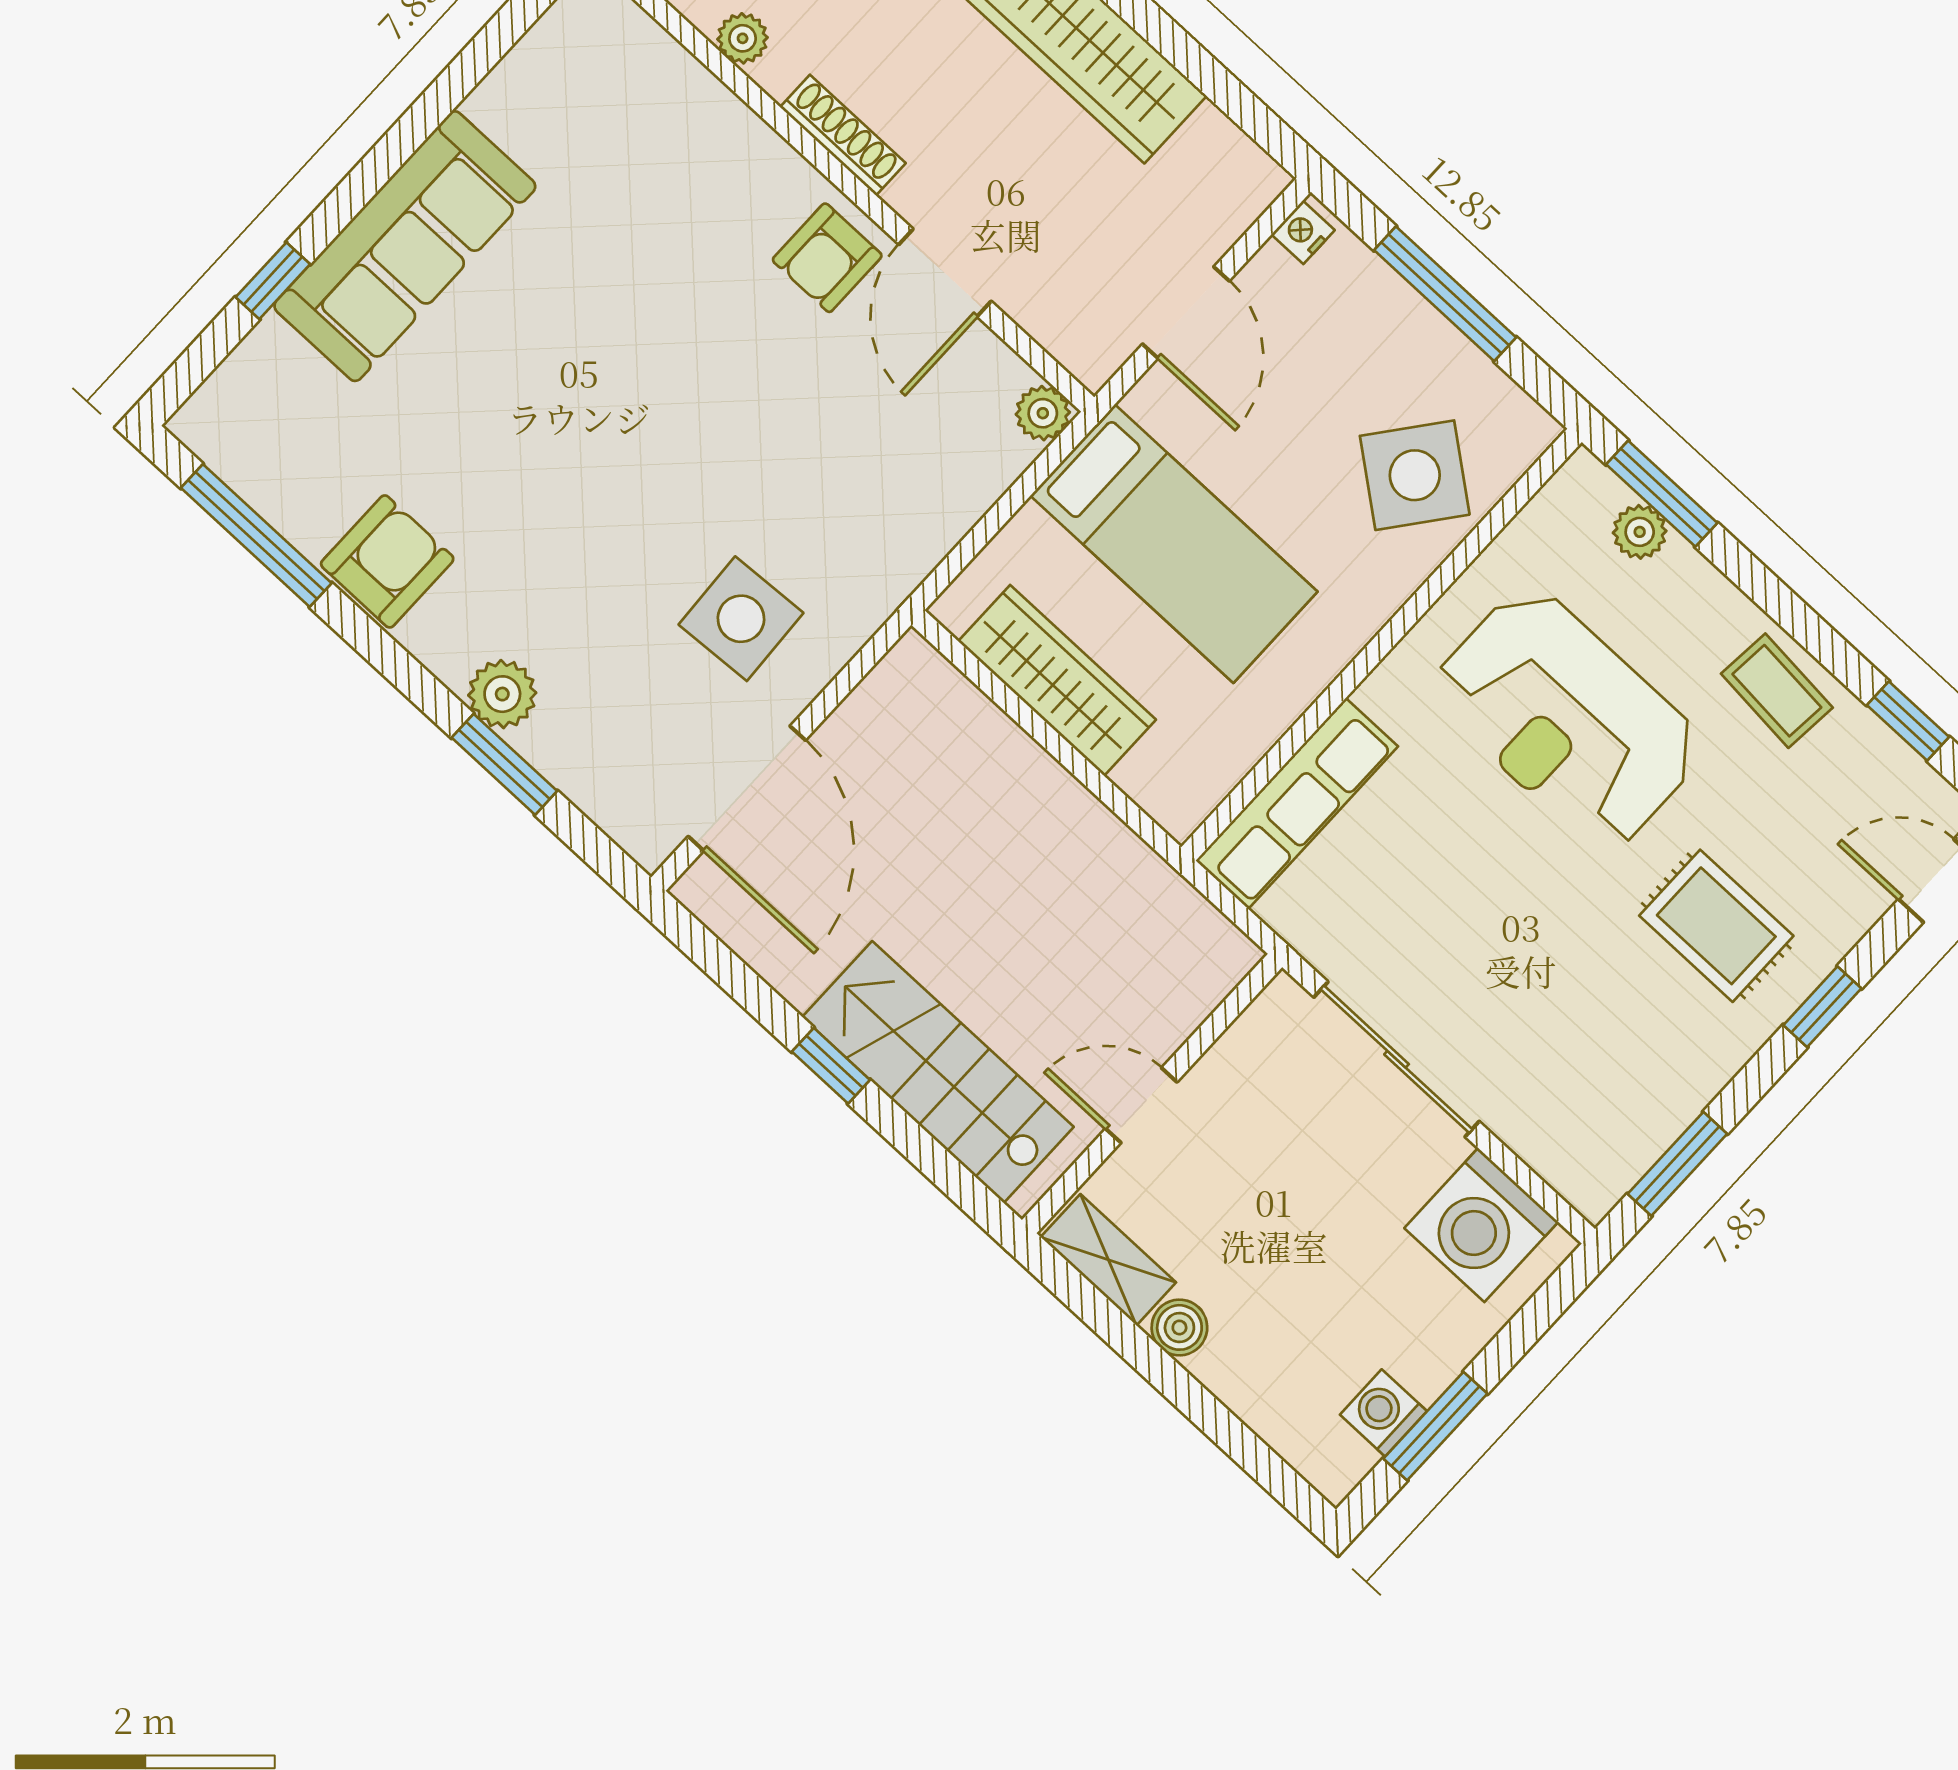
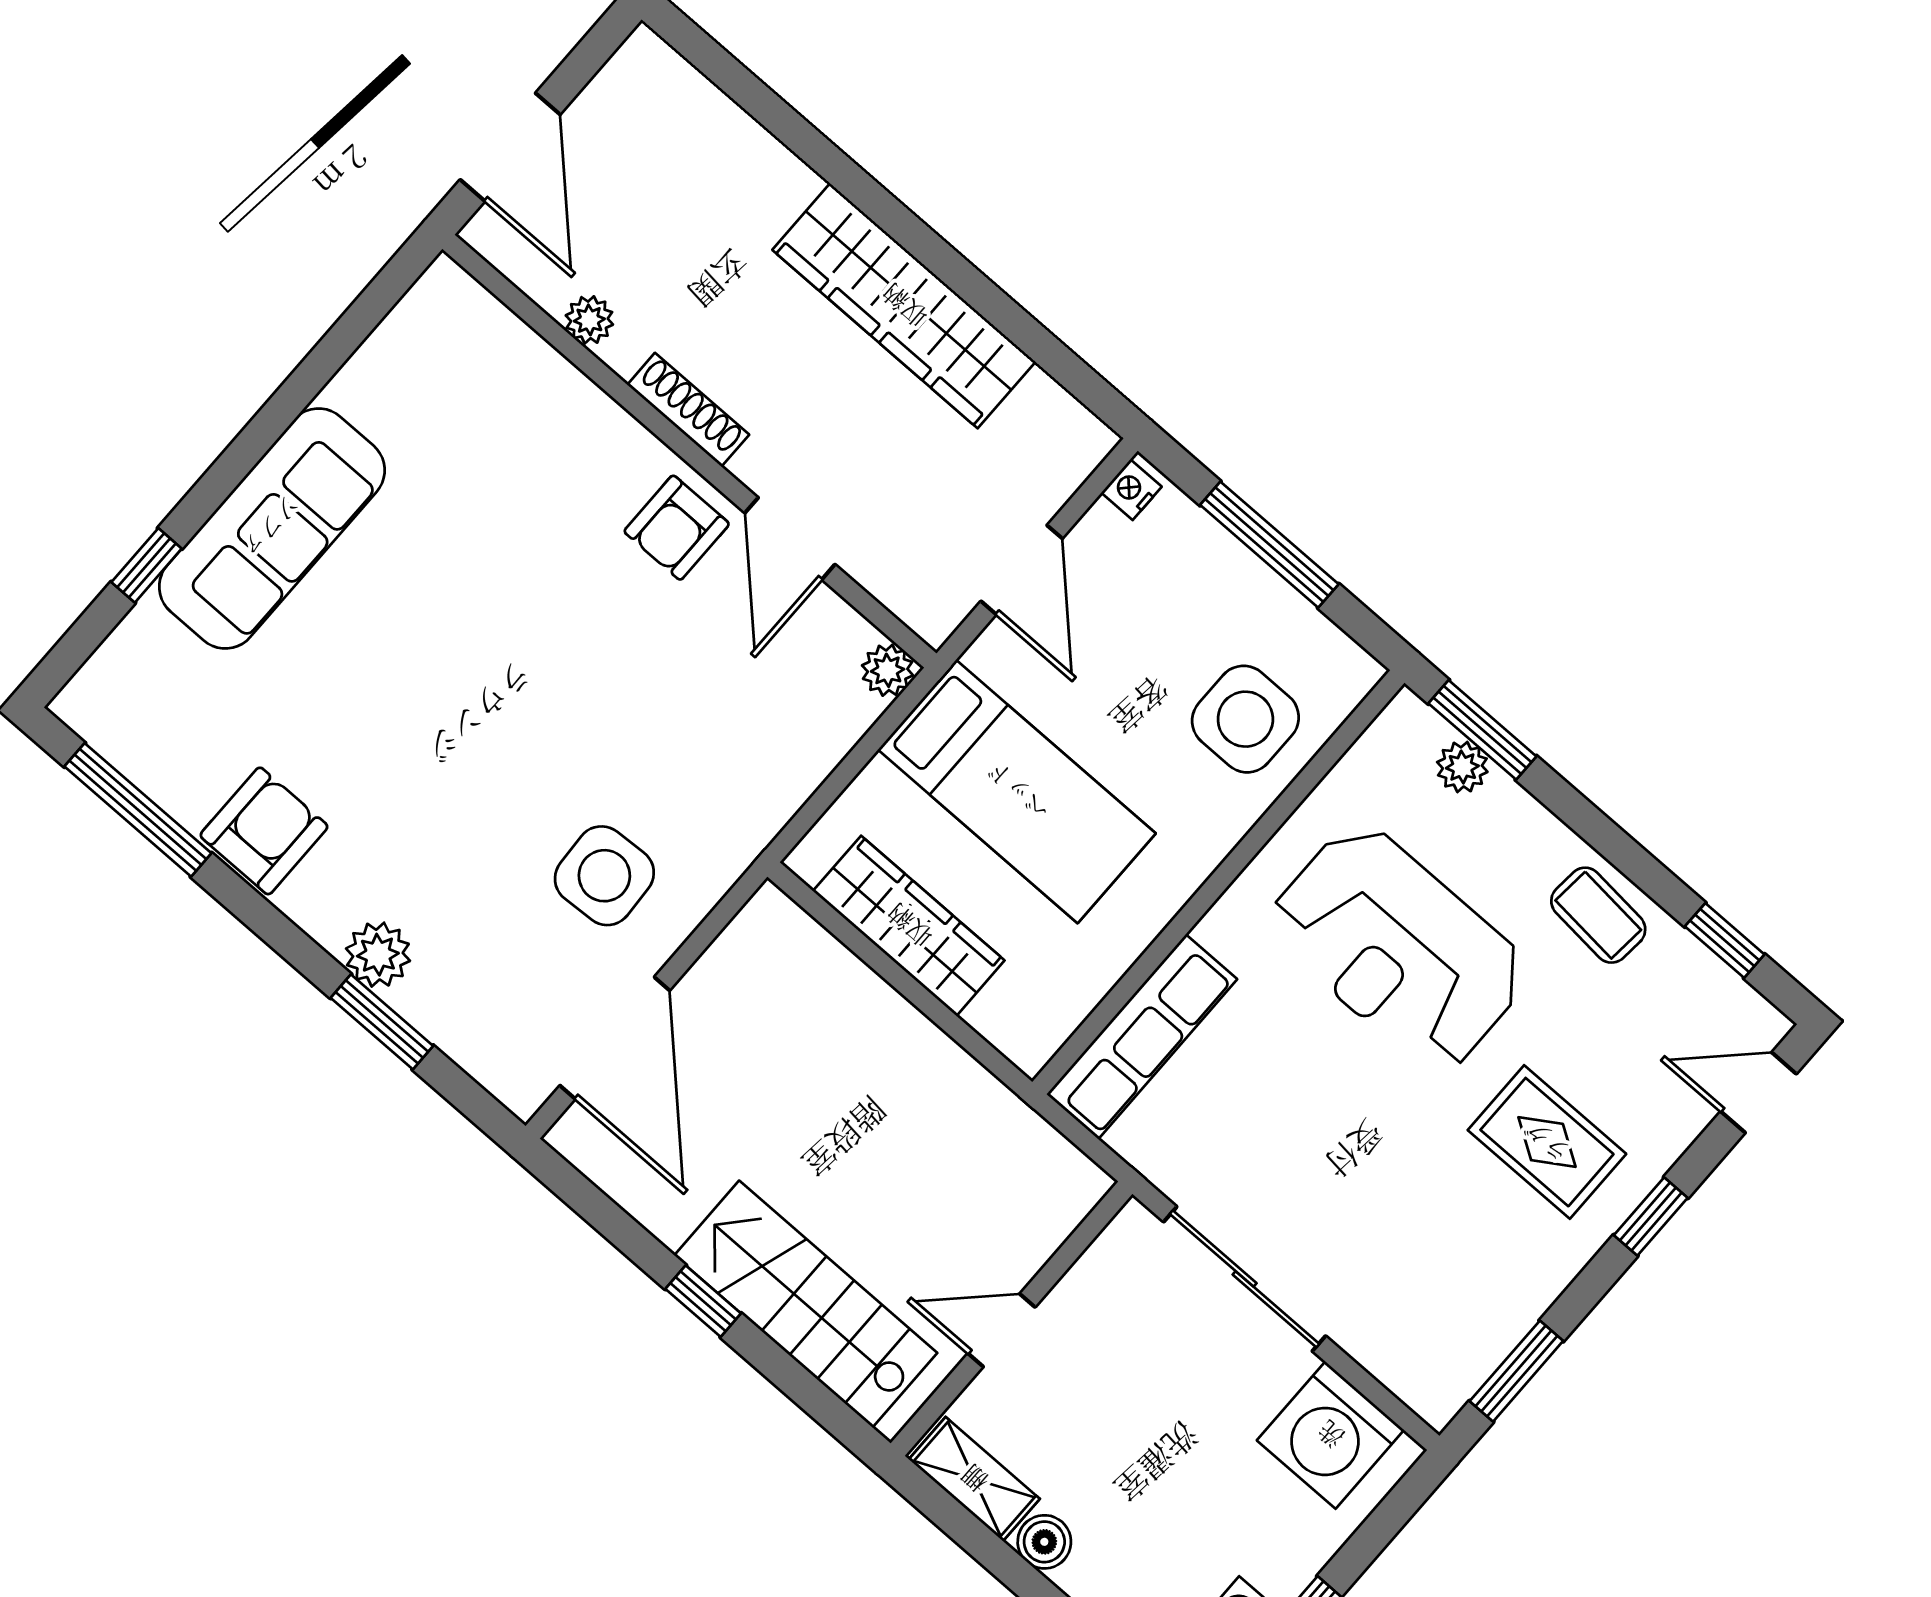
side table: (1415, 475) -> (1245, 719), turned -38

